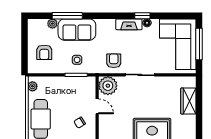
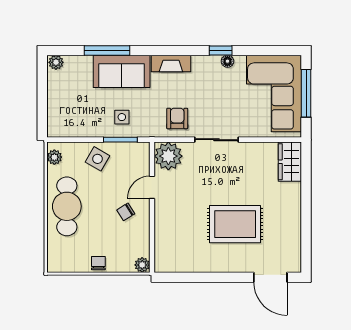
plant: (52, 24) -> (56, 62), moved
fireplace: (129, 24) -> (171, 63), moved
armchair: (44, 52) -> (72, 106), removed
side table: (61, 87) -> (97, 159), added
wardrobe: (188, 101) -> (290, 162), moved
door: (97, 106) -> (152, 187), swing flipped

